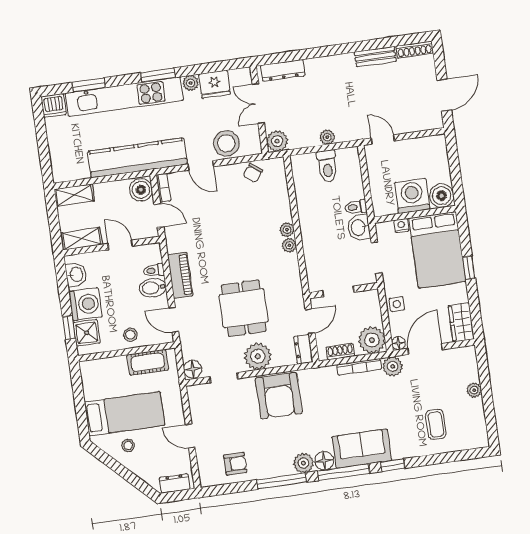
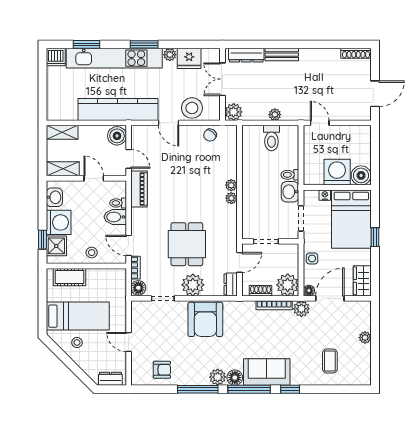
bench: (375, 57) -> (282, 55), moved
bookcase: (163, 188) -> (136, 268), moved
piano: (180, 275) -> (139, 189), moved
cot: (148, 362) -> (70, 277), moved

